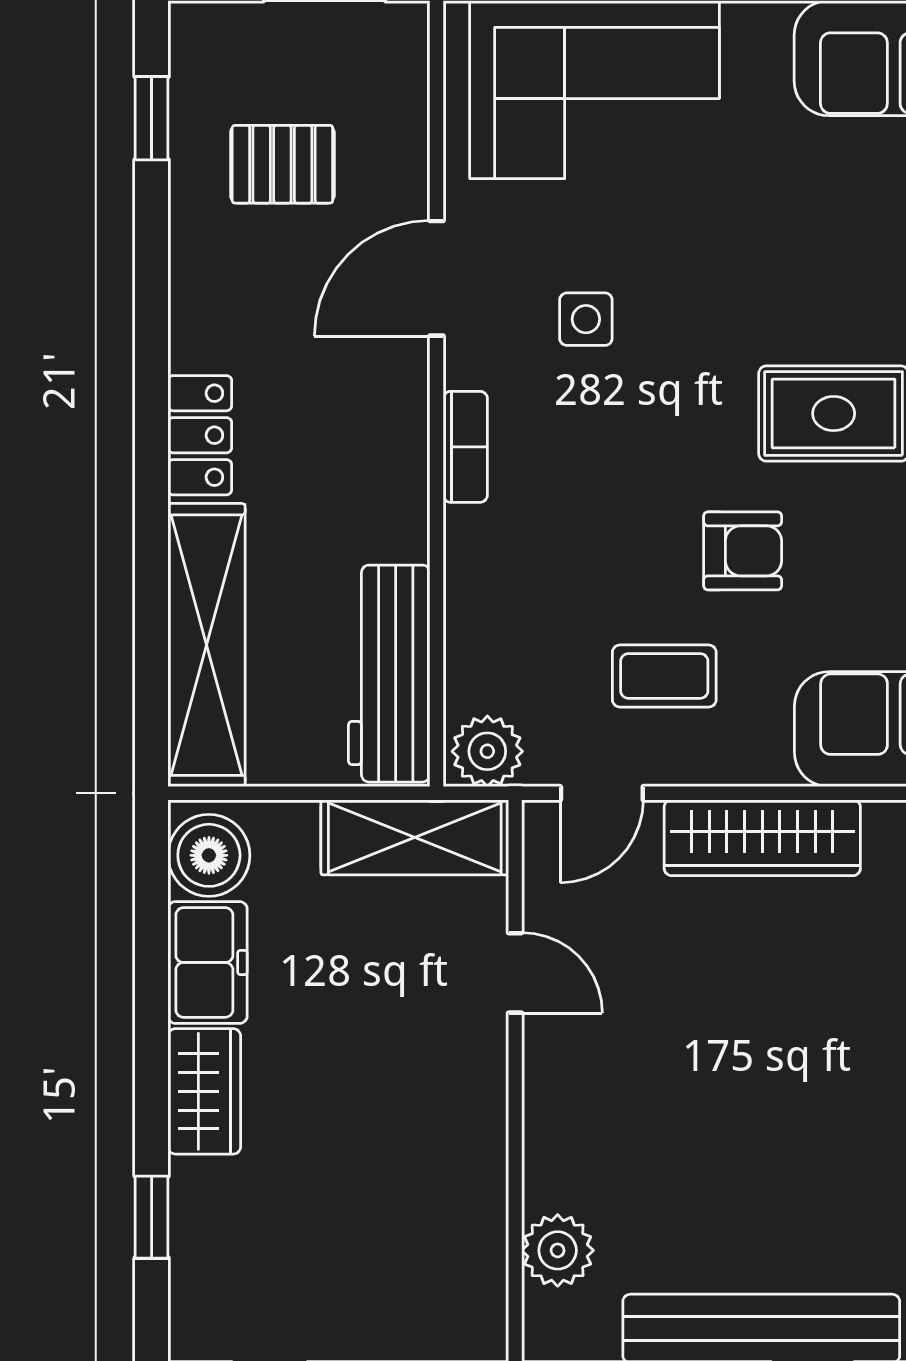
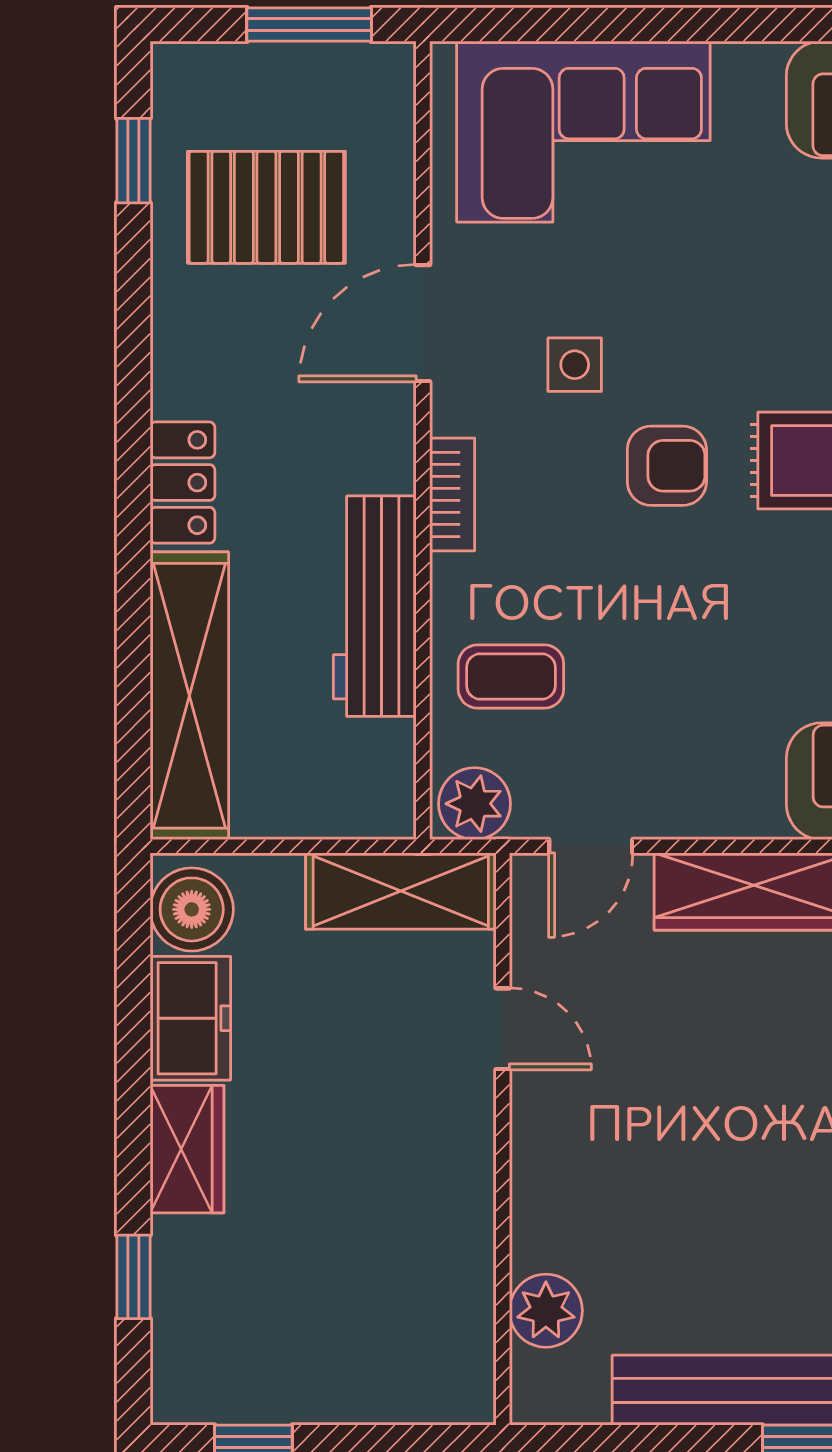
pallet: (282, 164) -> (266, 207), width x1.50, depth x1.42
armchair: (743, 551) -> (667, 466), moved
workbench: (389, 674) -> (375, 606), moved
coffee table: (664, 676) -> (511, 677), moved

